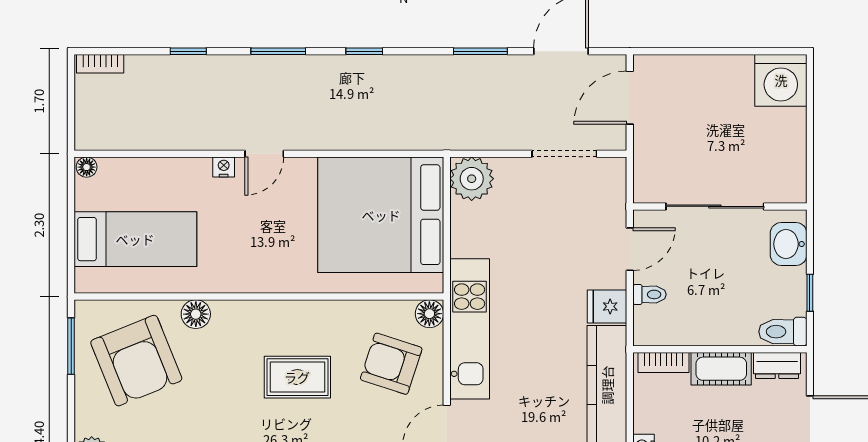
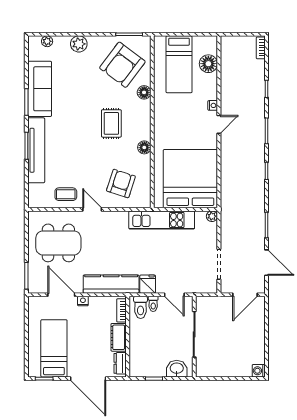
washing machine: (781, 80) -> (259, 371), width x0.53, depth x0.53
door: (630, 98) -> (245, 295), swing flipped
door: (264, 154) -> (219, 124), swing flipped
floor lamp: (87, 167) -> (208, 64), moved, width x1.89, depth x1.89
plant: (472, 179) -> (212, 216), width x0.53, depth x0.53
floor lamp: (429, 314) -> (144, 147), moved
kitchen unit: (470, 329) -> (162, 220), moved
toilet: (783, 332) -> (141, 307), moved, turned 180
armchair: (136, 361) -> (122, 65), turned -31
rug: (297, 377) -> (111, 123), moved

